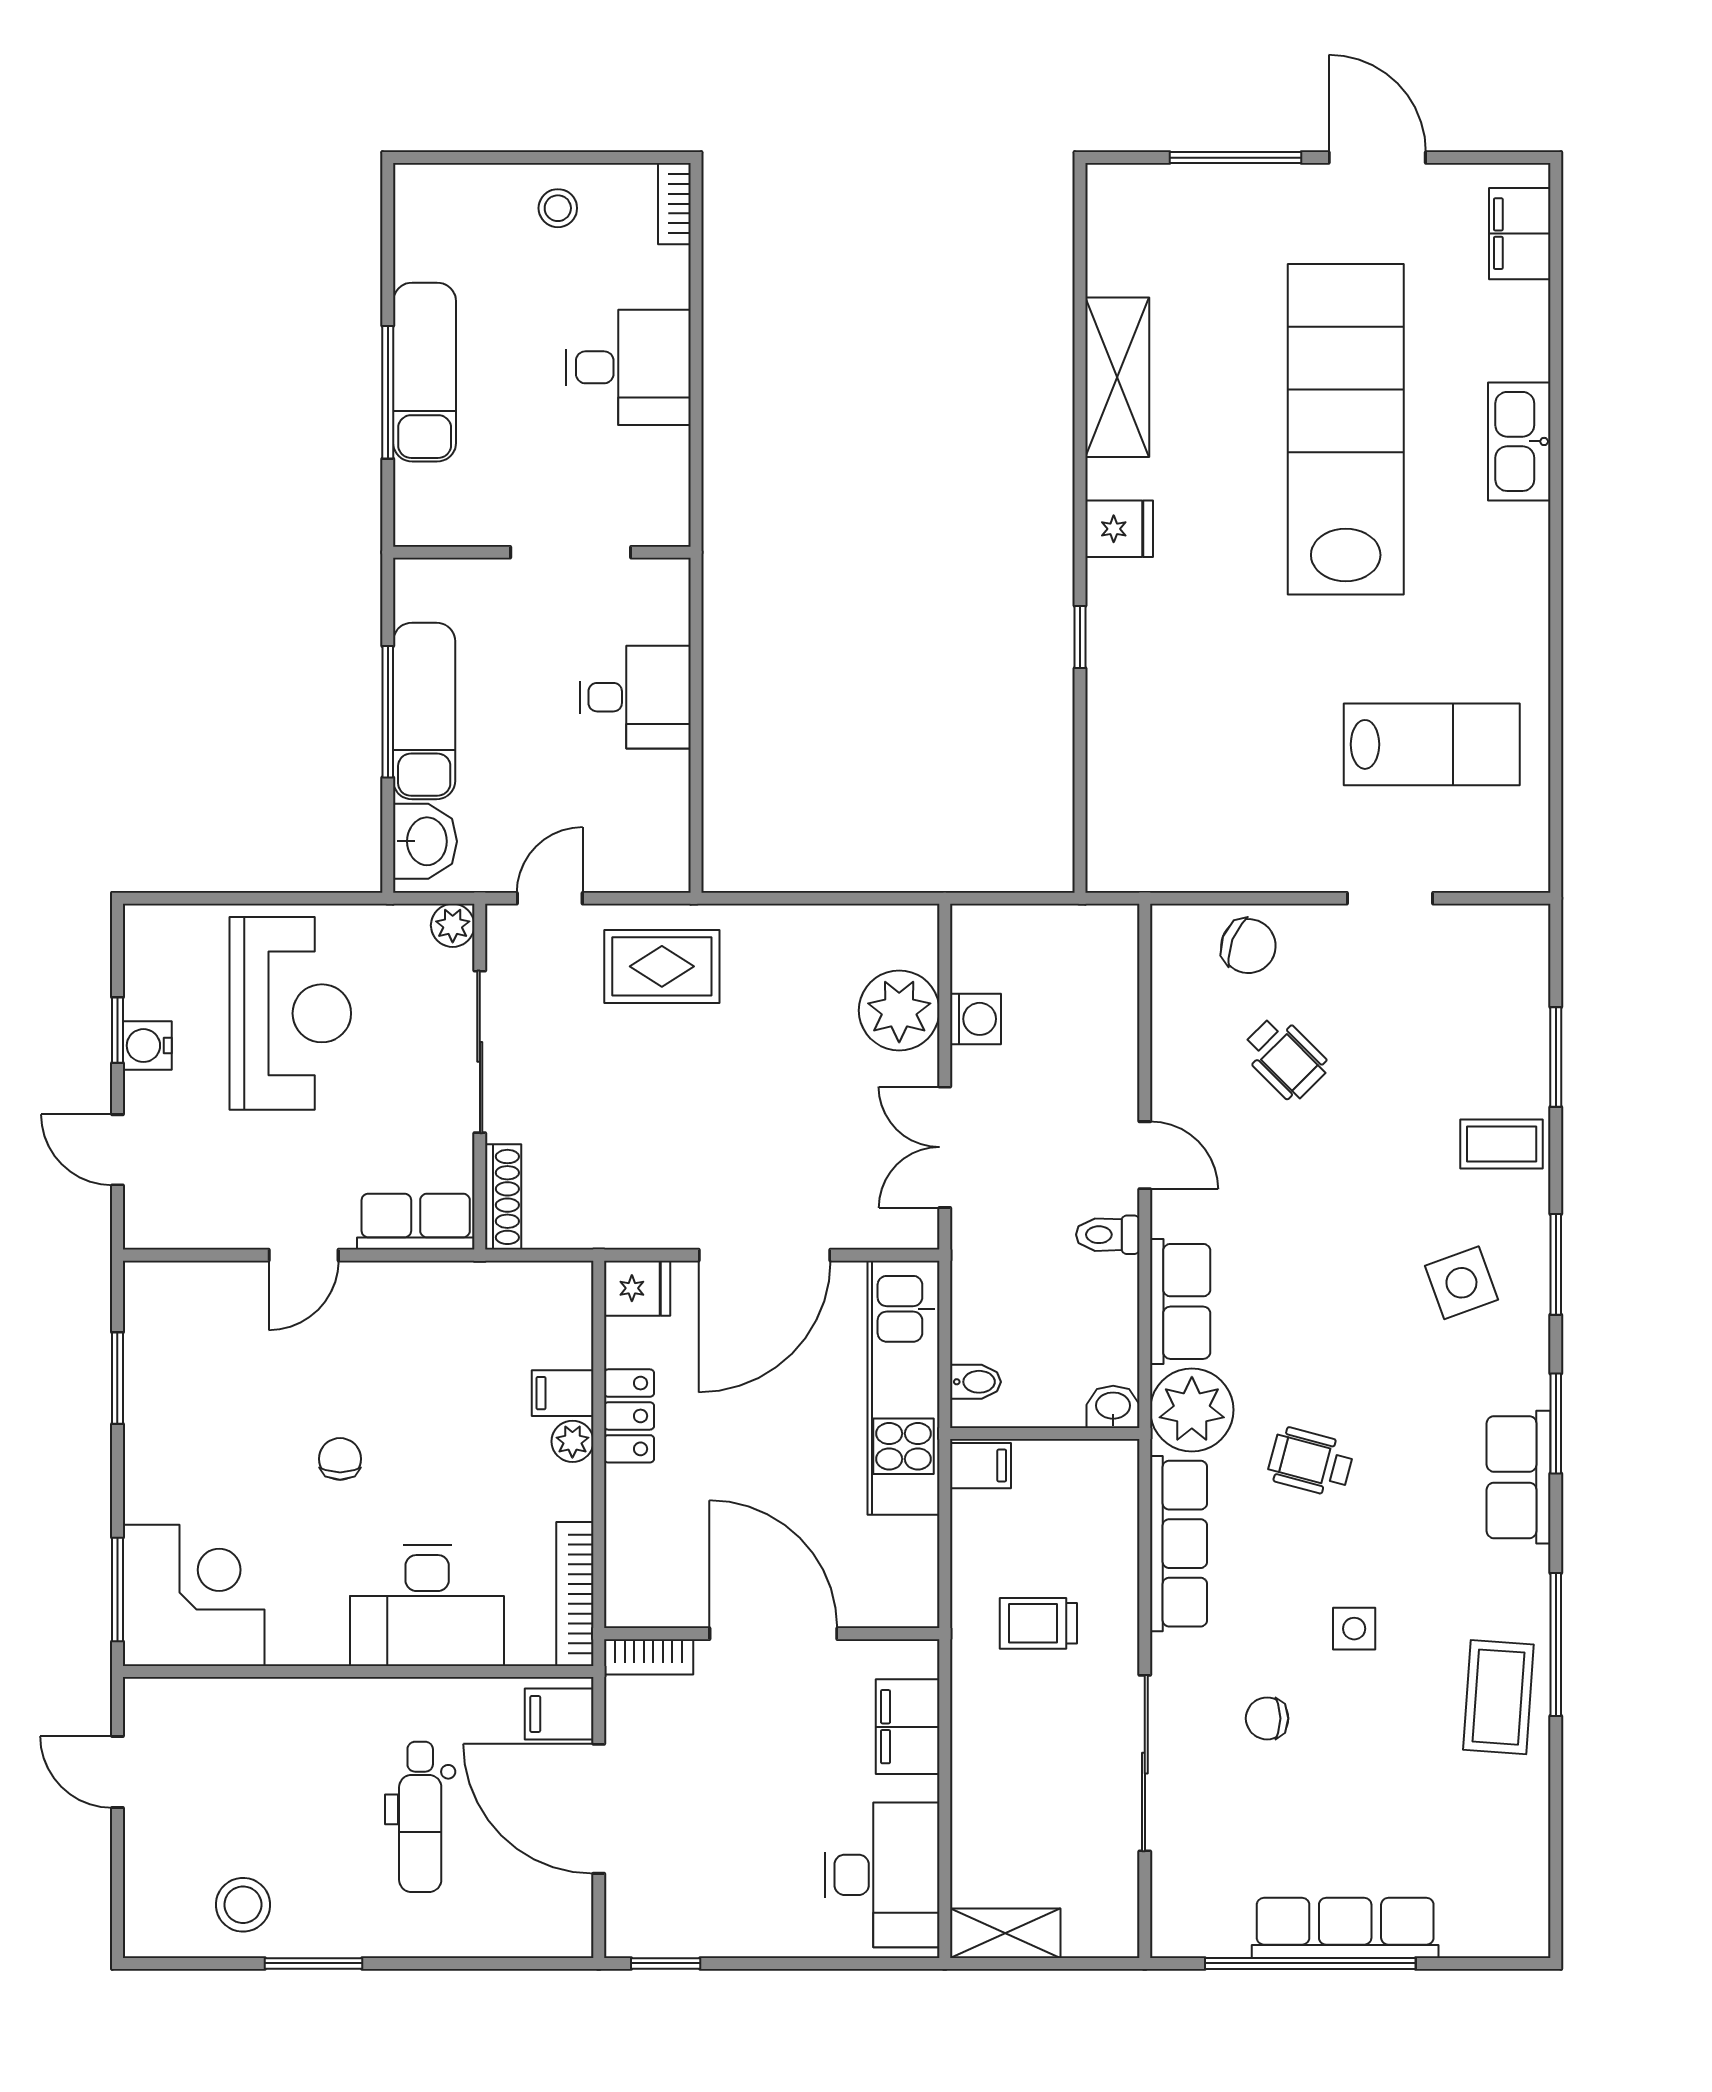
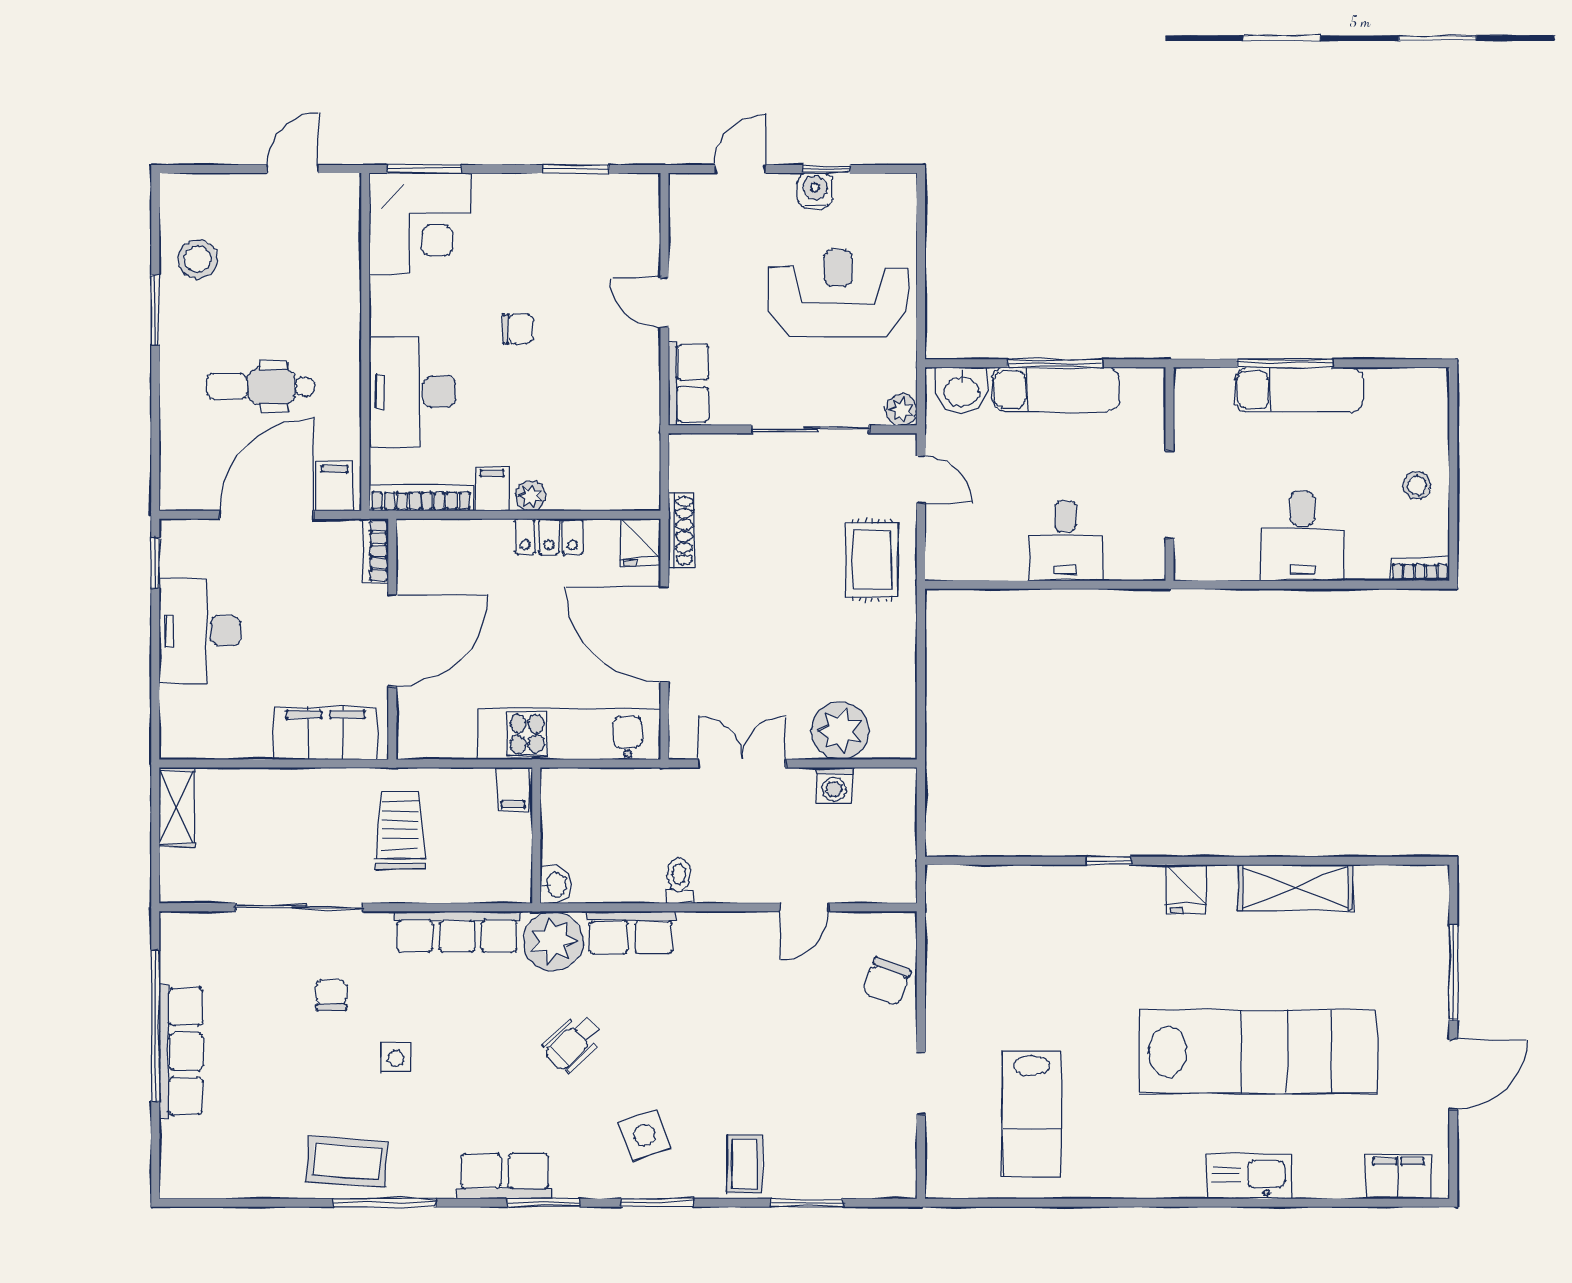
reception desk: (290, 1013) -> (838, 293), turned 180
wheelchair: (1285, 1058) -> (806, 1008), removed
door: (1145, 1155) -> (804, 907), moved
shoe rack: (503, 1197) -> (681, 531), moved, turned -90
bidet: (975, 1382) -> (573, 786), removed
filing cabinet: (563, 1393) -> (492, 489), moved
wheelchair: (1311, 1462) -> (573, 1043), moved, turned -149
trolley: (1038, 1623) -> (400, 831), width x1.36, depth x1.39
filing cabinet: (908, 1727) -> (325, 733), width x1.50, depth x1.17
desk: (882, 1875) -> (200, 631), moved, turned 90

